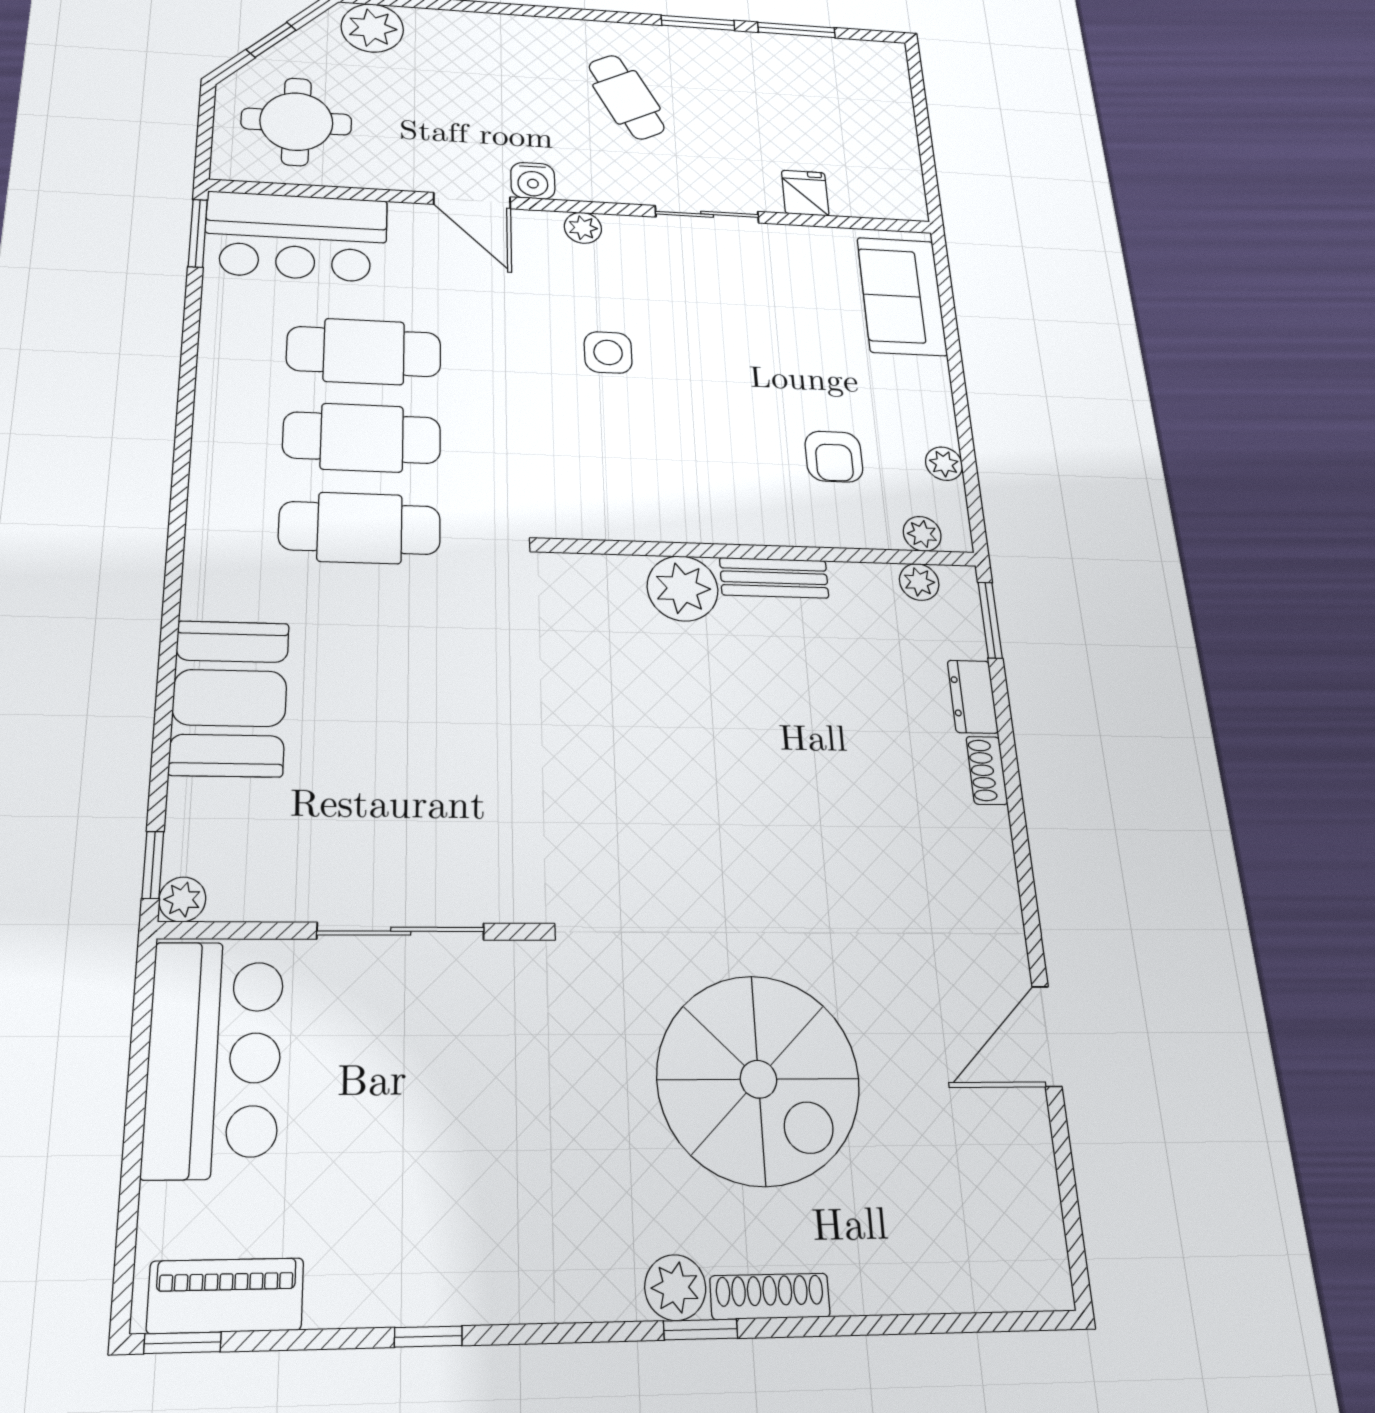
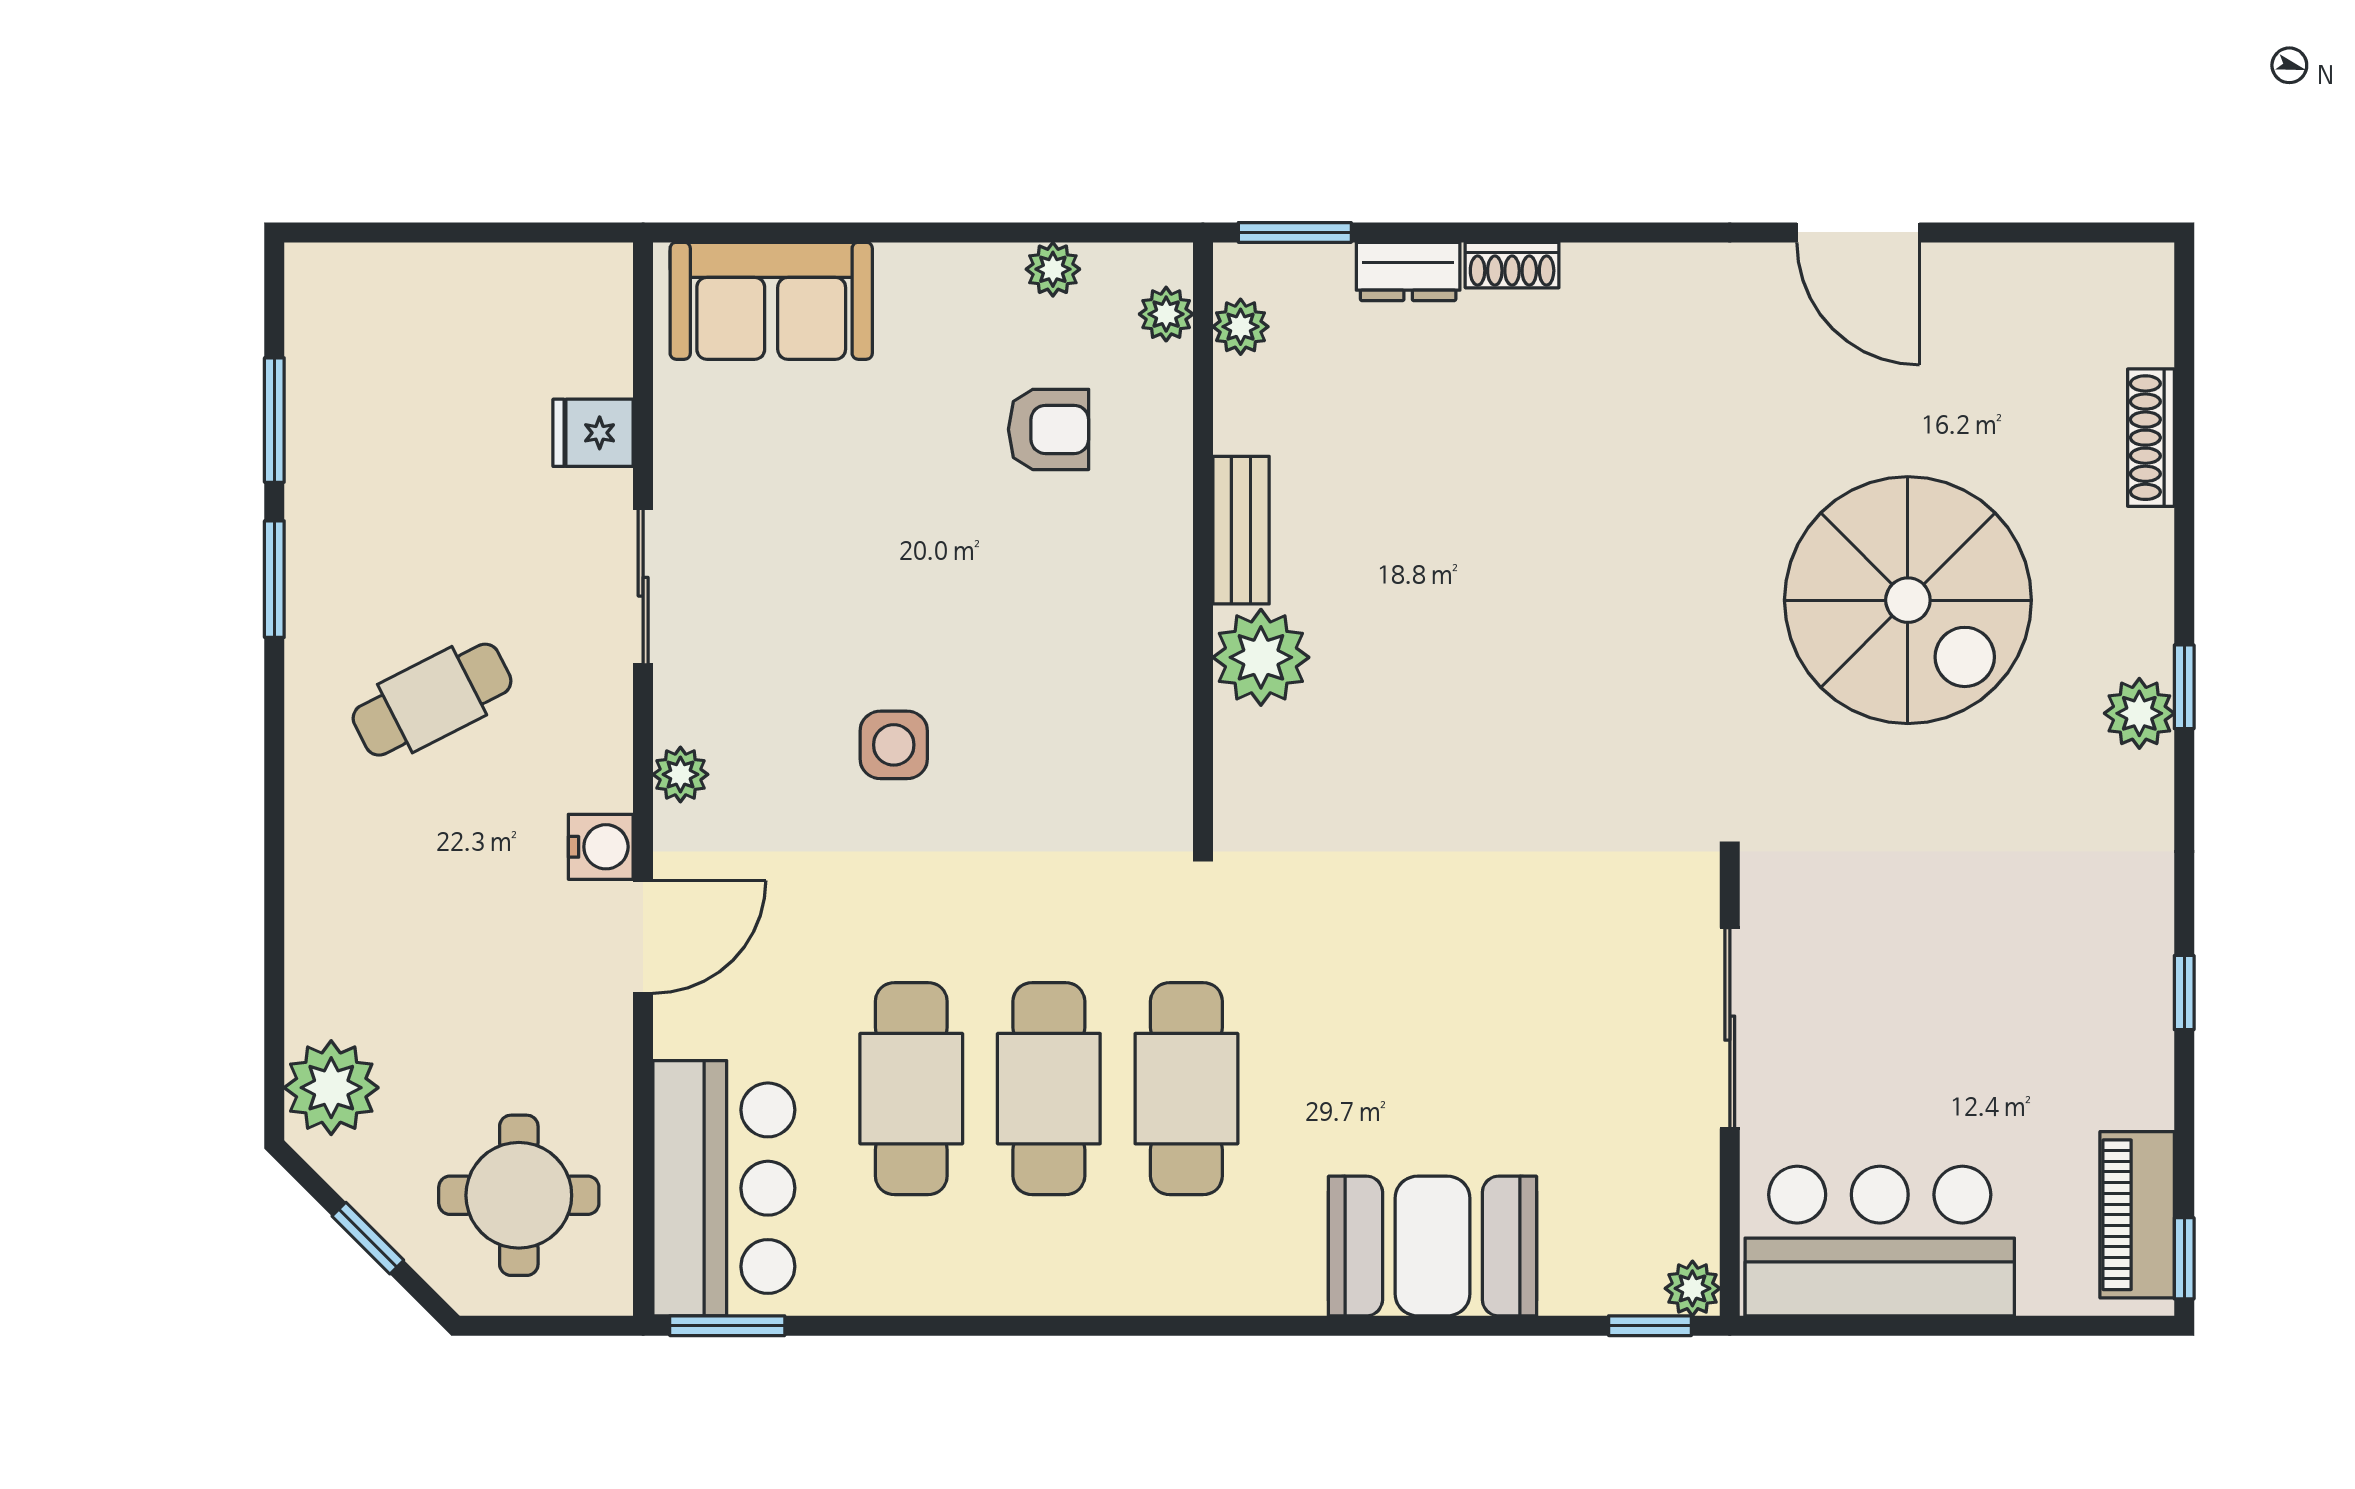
spiral stairs: (758, 1079) -> (1908, 600), turned 90
shoe rack: (770, 1296) -> (2151, 438), moved

